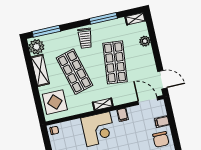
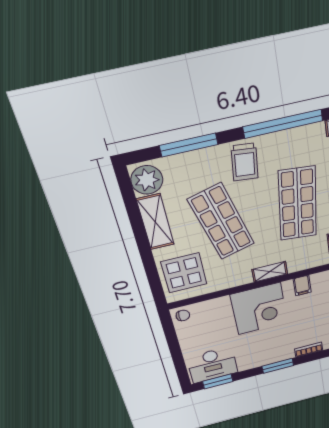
window: (103, 18) -> (283, 124), width x1.46
window: (46, 31) -> (189, 145), moved

